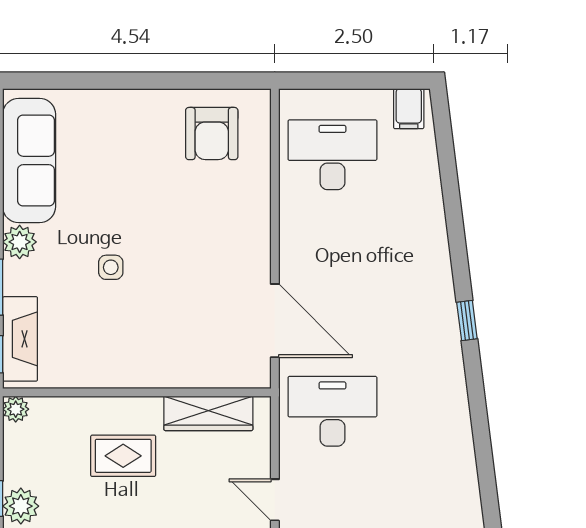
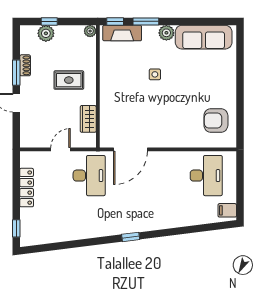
wardrobe: (208, 413) -> (88, 119), width x0.67
rug: (123, 456) -> (69, 80), turned 90
door: (275, 500) -> (61, 149), moved

